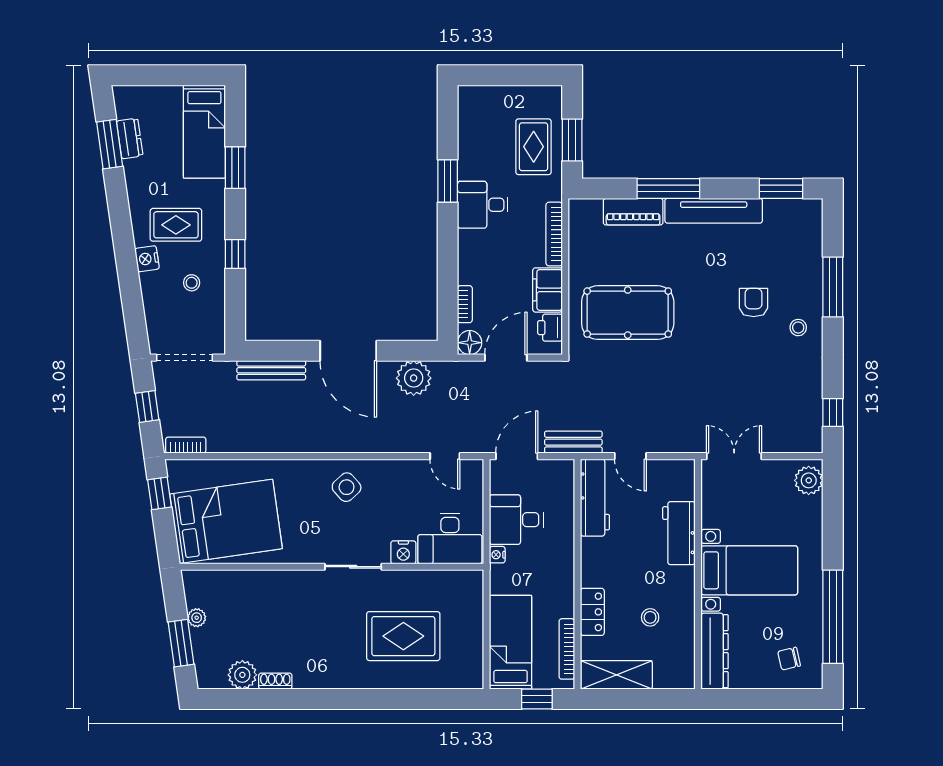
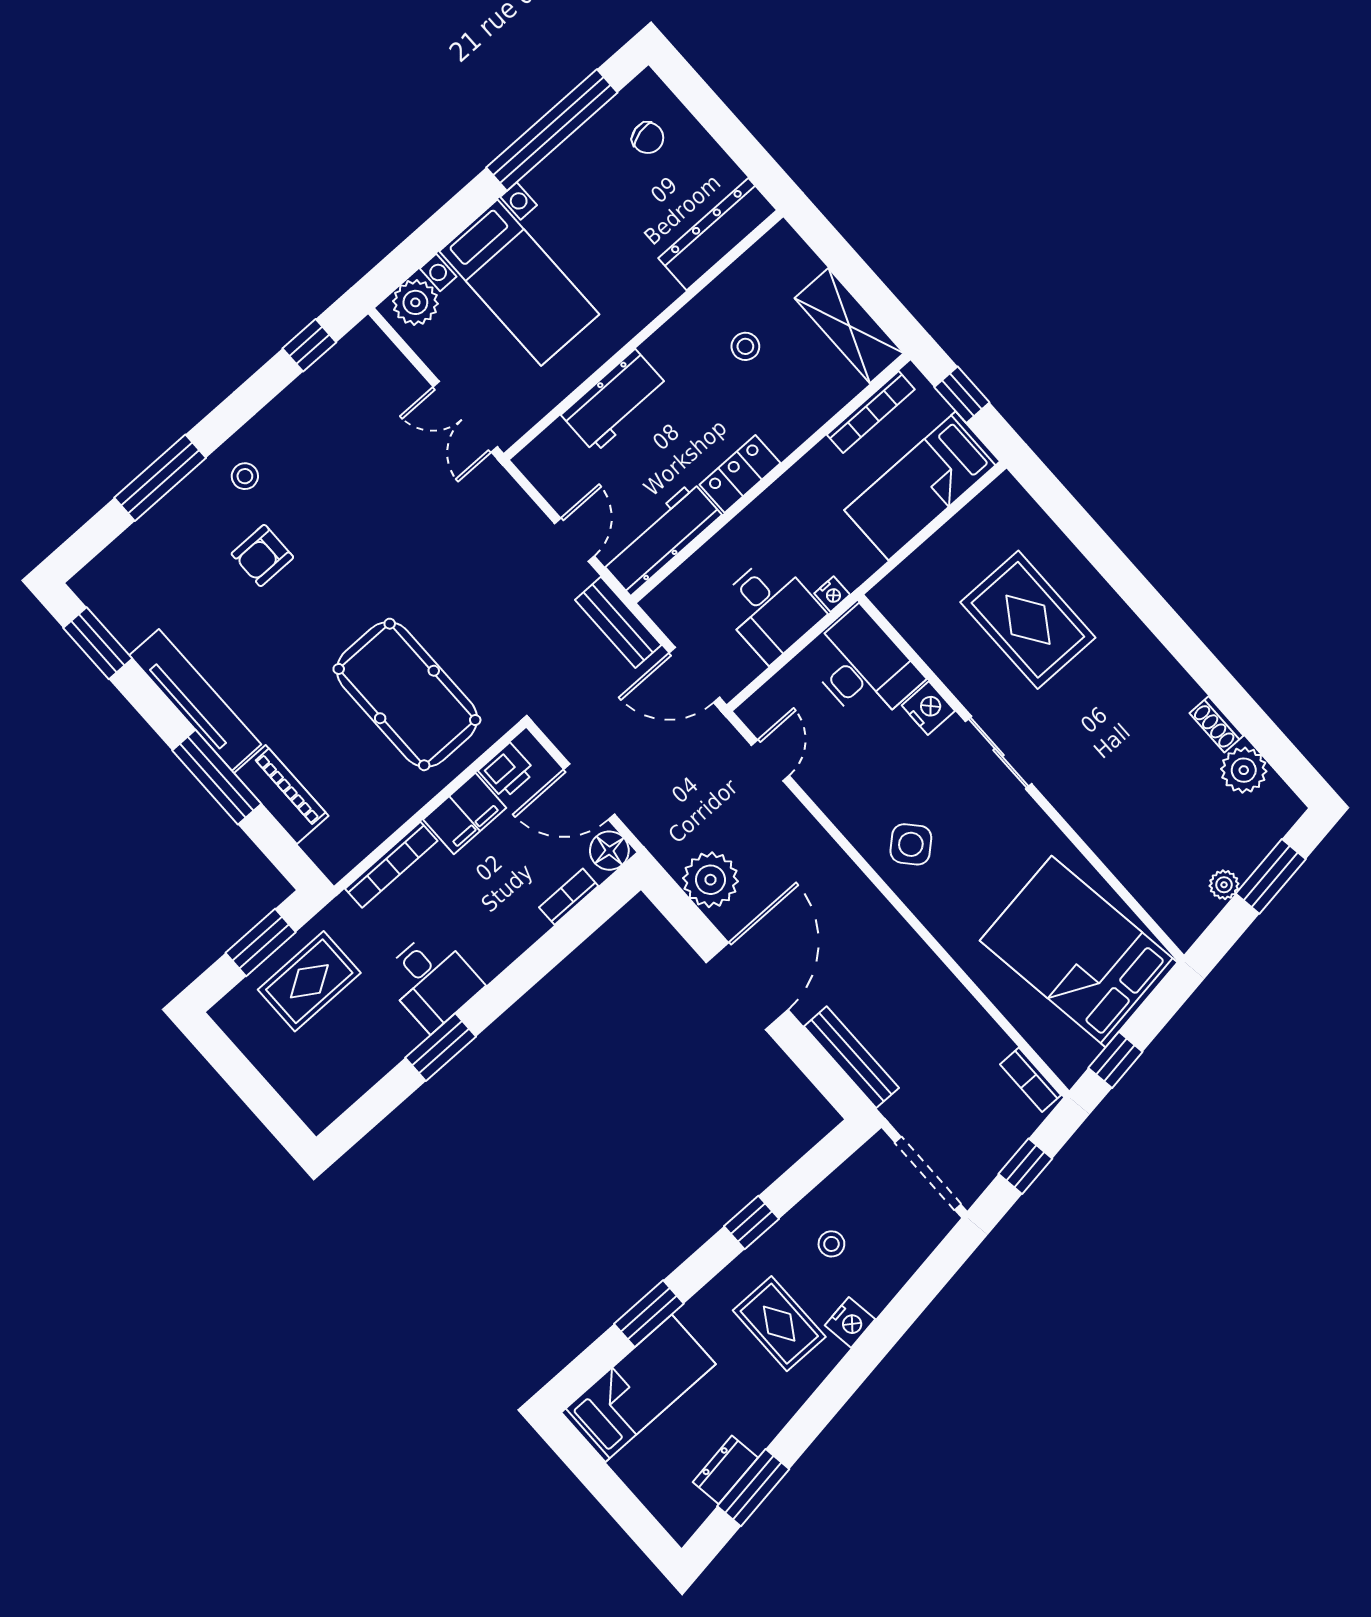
bed with nightstands: (749, 570) -> (519, 283), moved, turned 180
locker: (592, 612) -> (740, 474), moved

